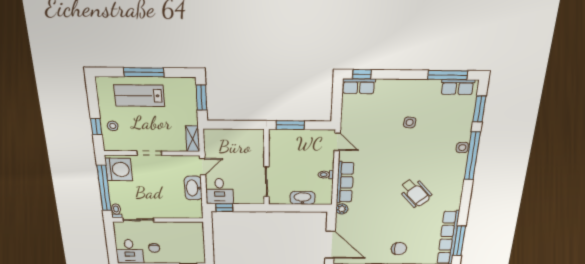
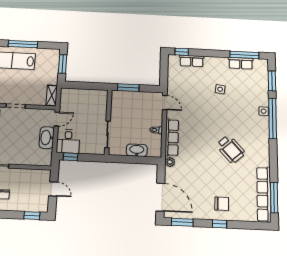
row of seats: (359, 86) -> (192, 61), moved
row of seats: (458, 87) -> (241, 63), moved
door: (208, 241) -> (53, 189), added

